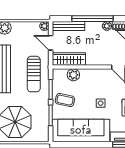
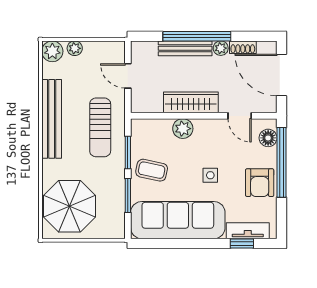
plant: (44, 26) -> (75, 48), moved
bench: (68, 26) -> (185, 48), moved
wardrobe: (69, 59) -> (191, 102), moved
plant: (73, 75) -> (183, 129), moved

